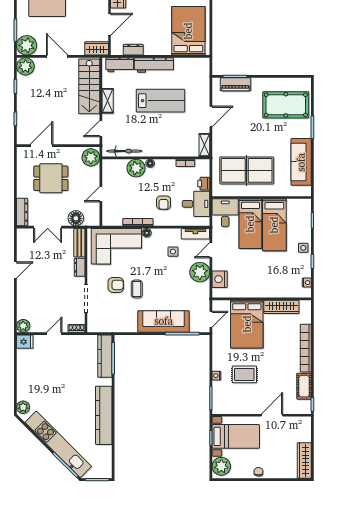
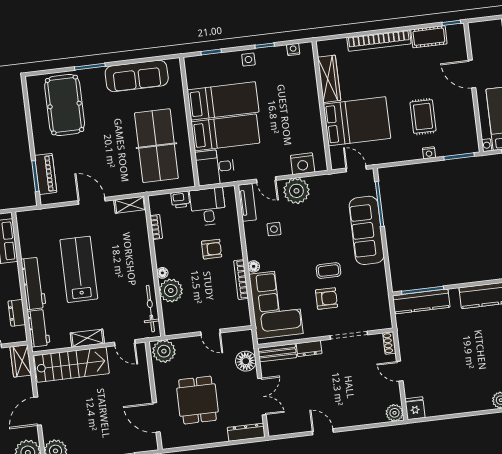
armchair: (116, 285) -> (326, 298), turned 90

